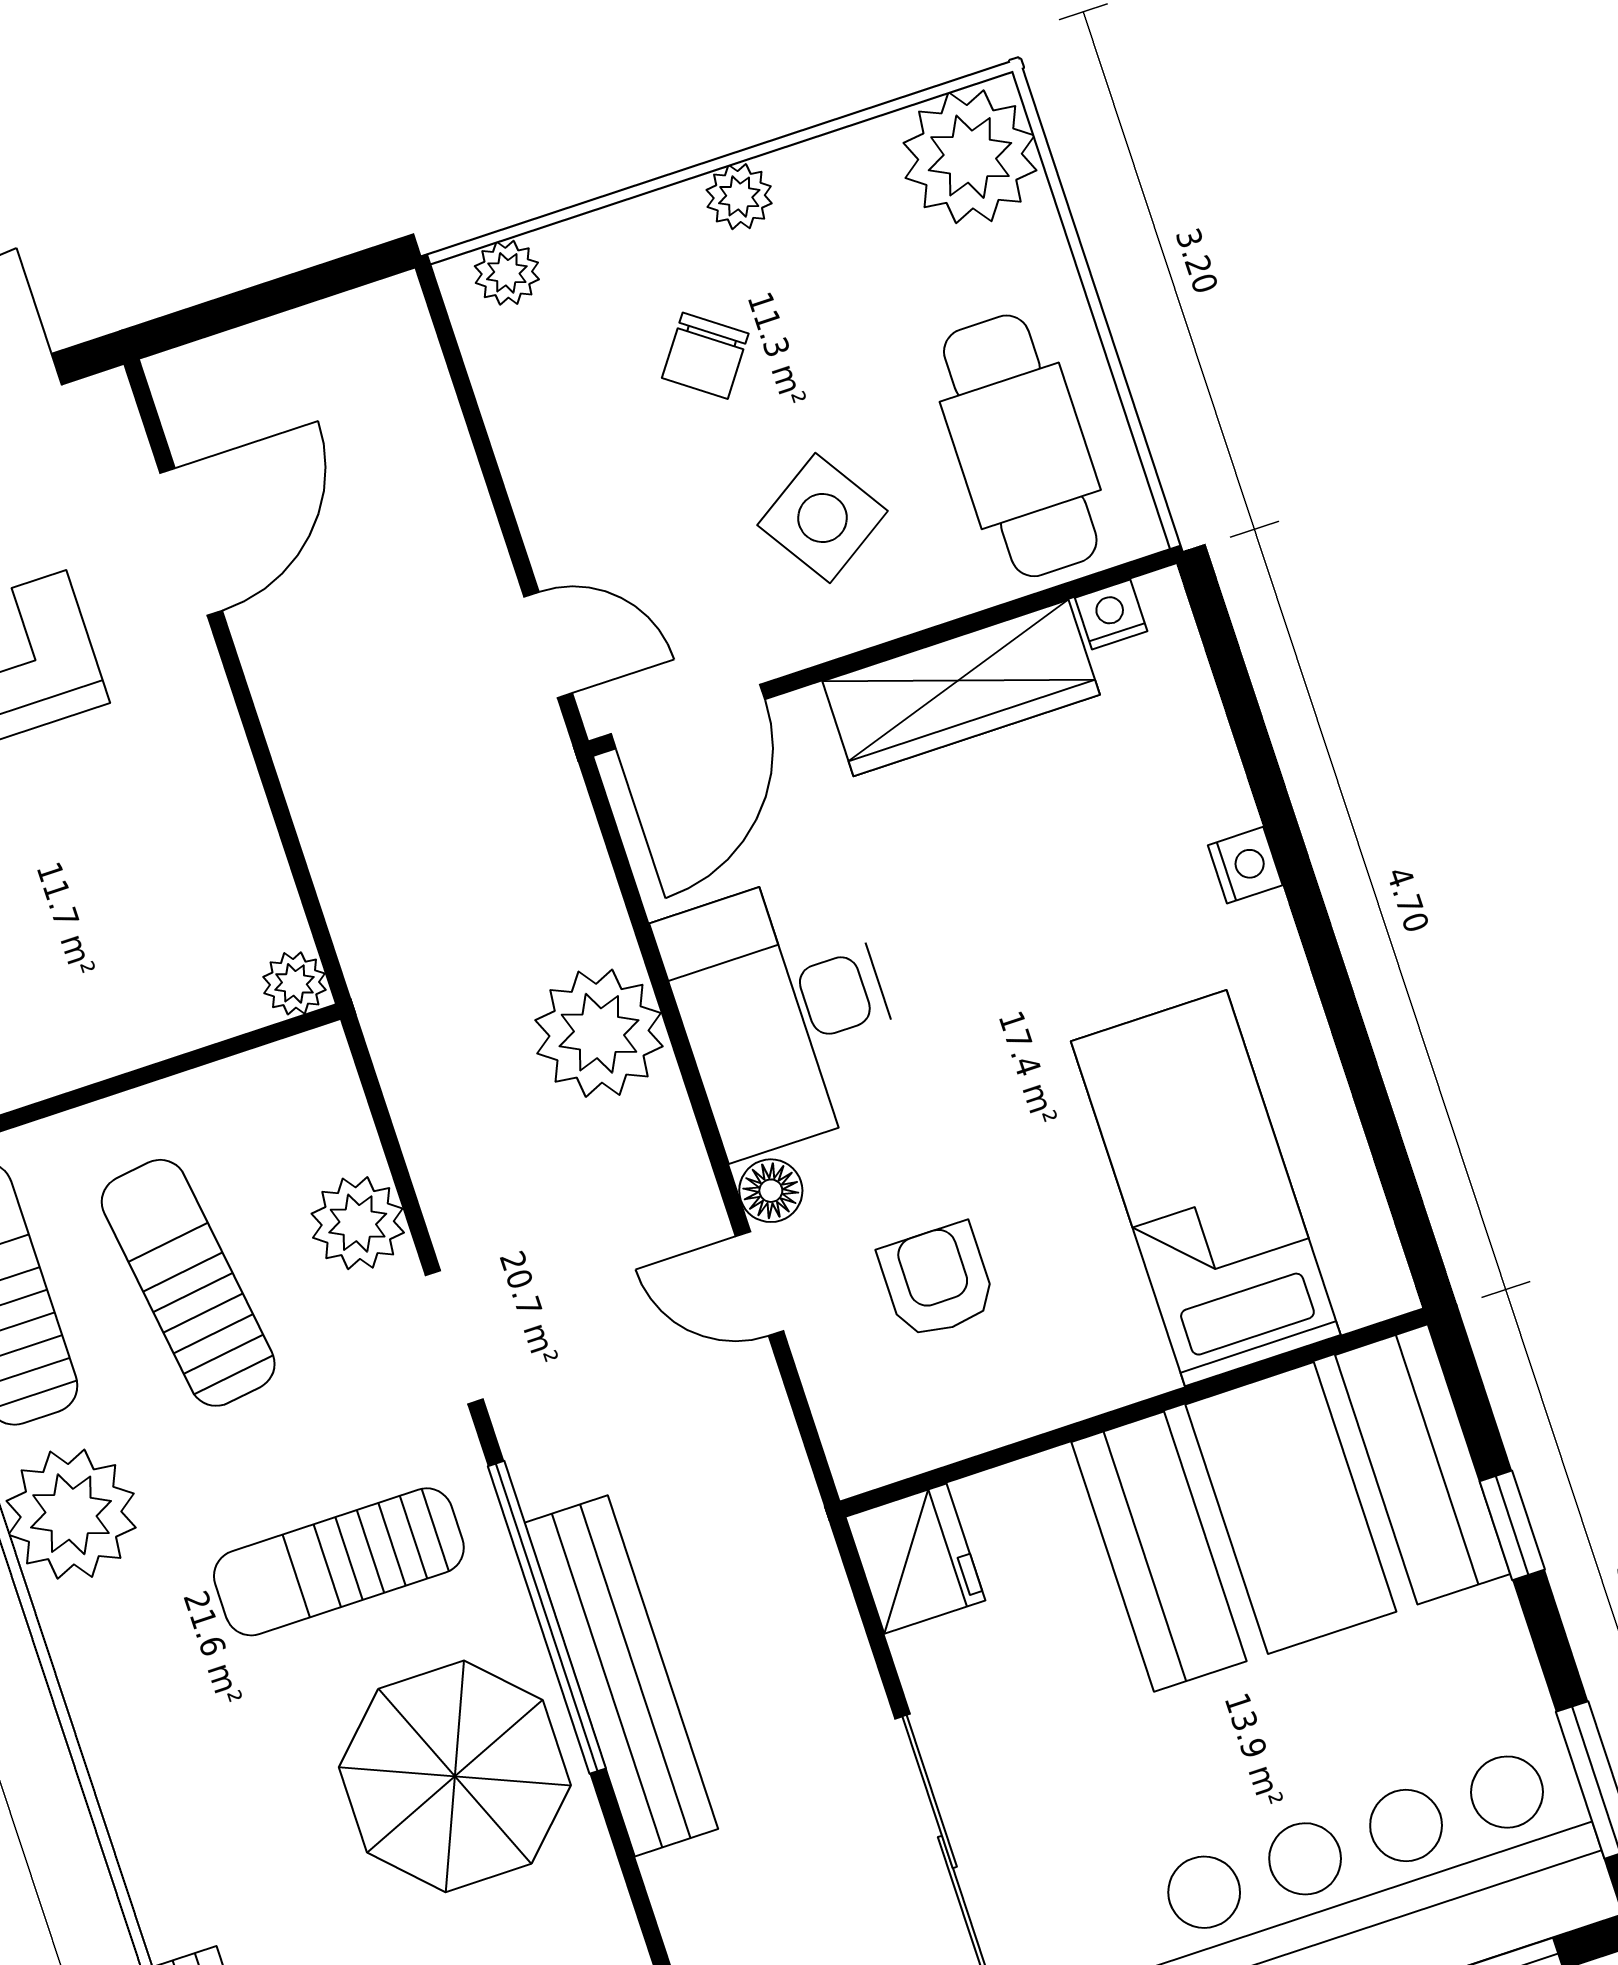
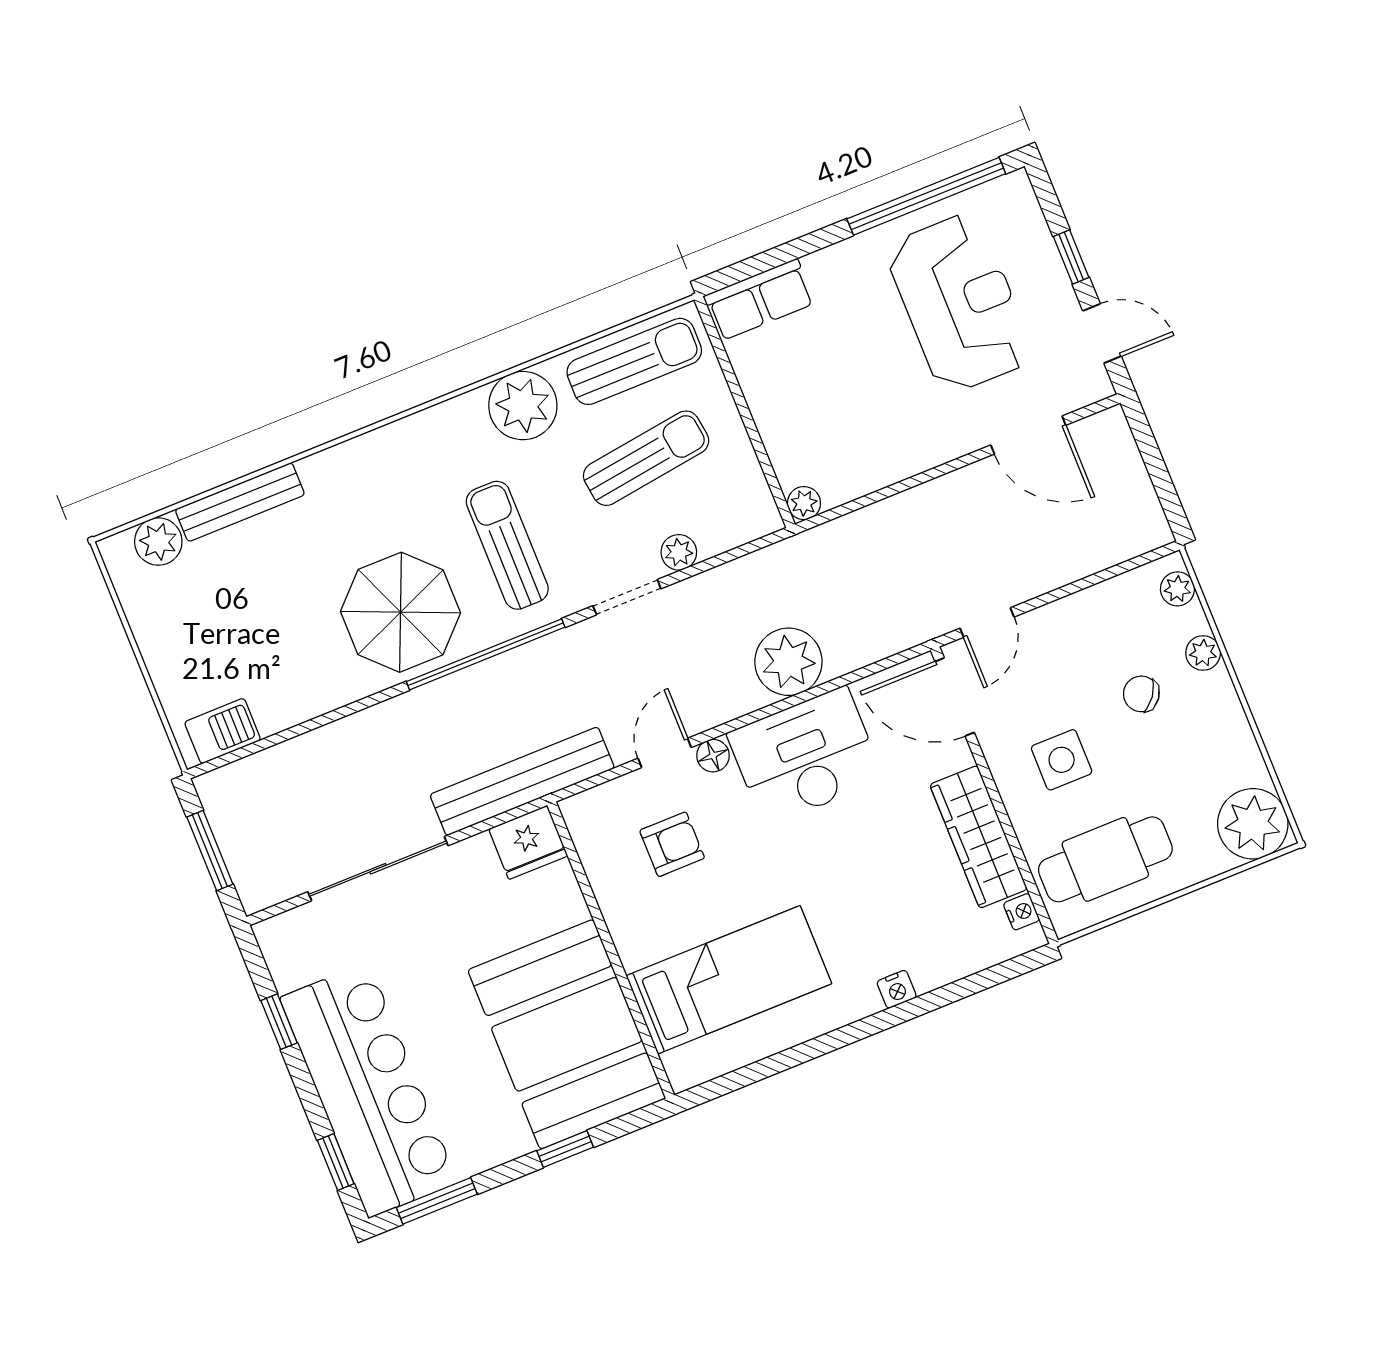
plant: (739, 197) -> (1203, 653), moved
side table: (823, 518) -> (1062, 760), turned 33
plant: (358, 1223) -> (679, 552), width x0.73, depth x0.73
bench: (621, 1676) -> (522, 781), moved

